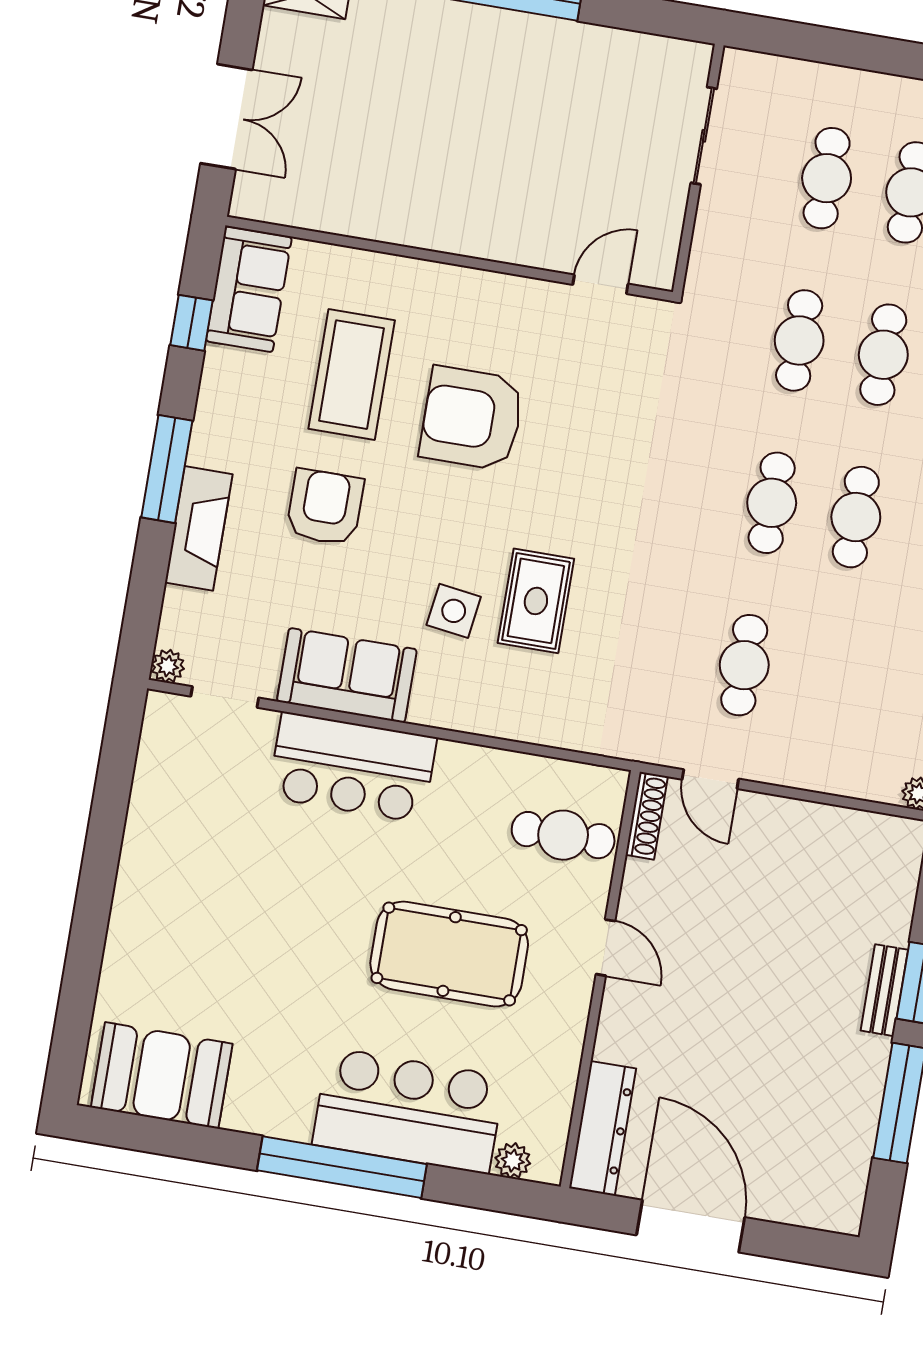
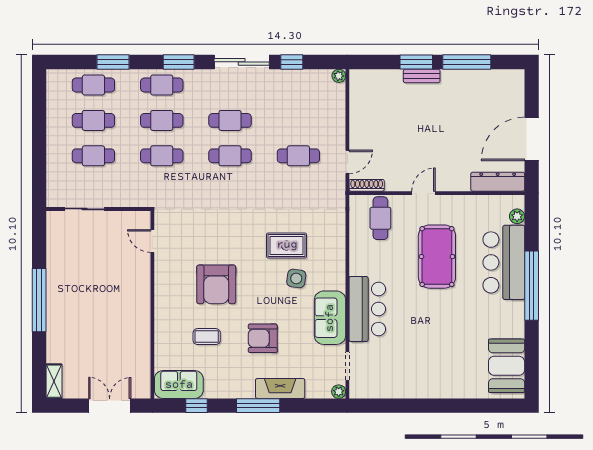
coffee table: (352, 375) -> (207, 337), width x0.54, depth x0.58

